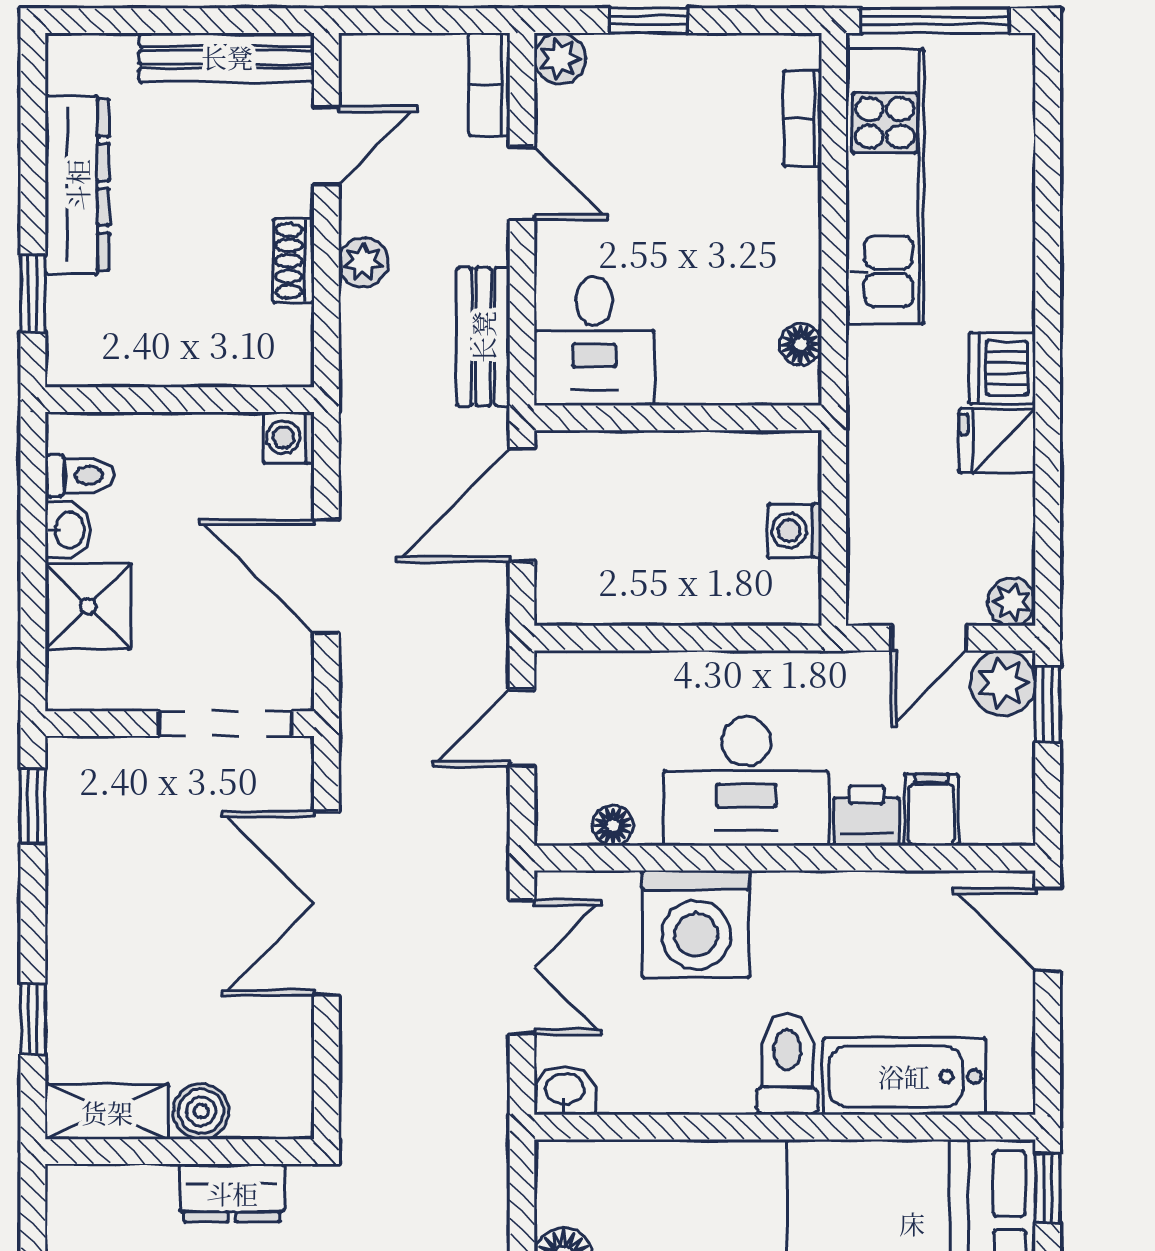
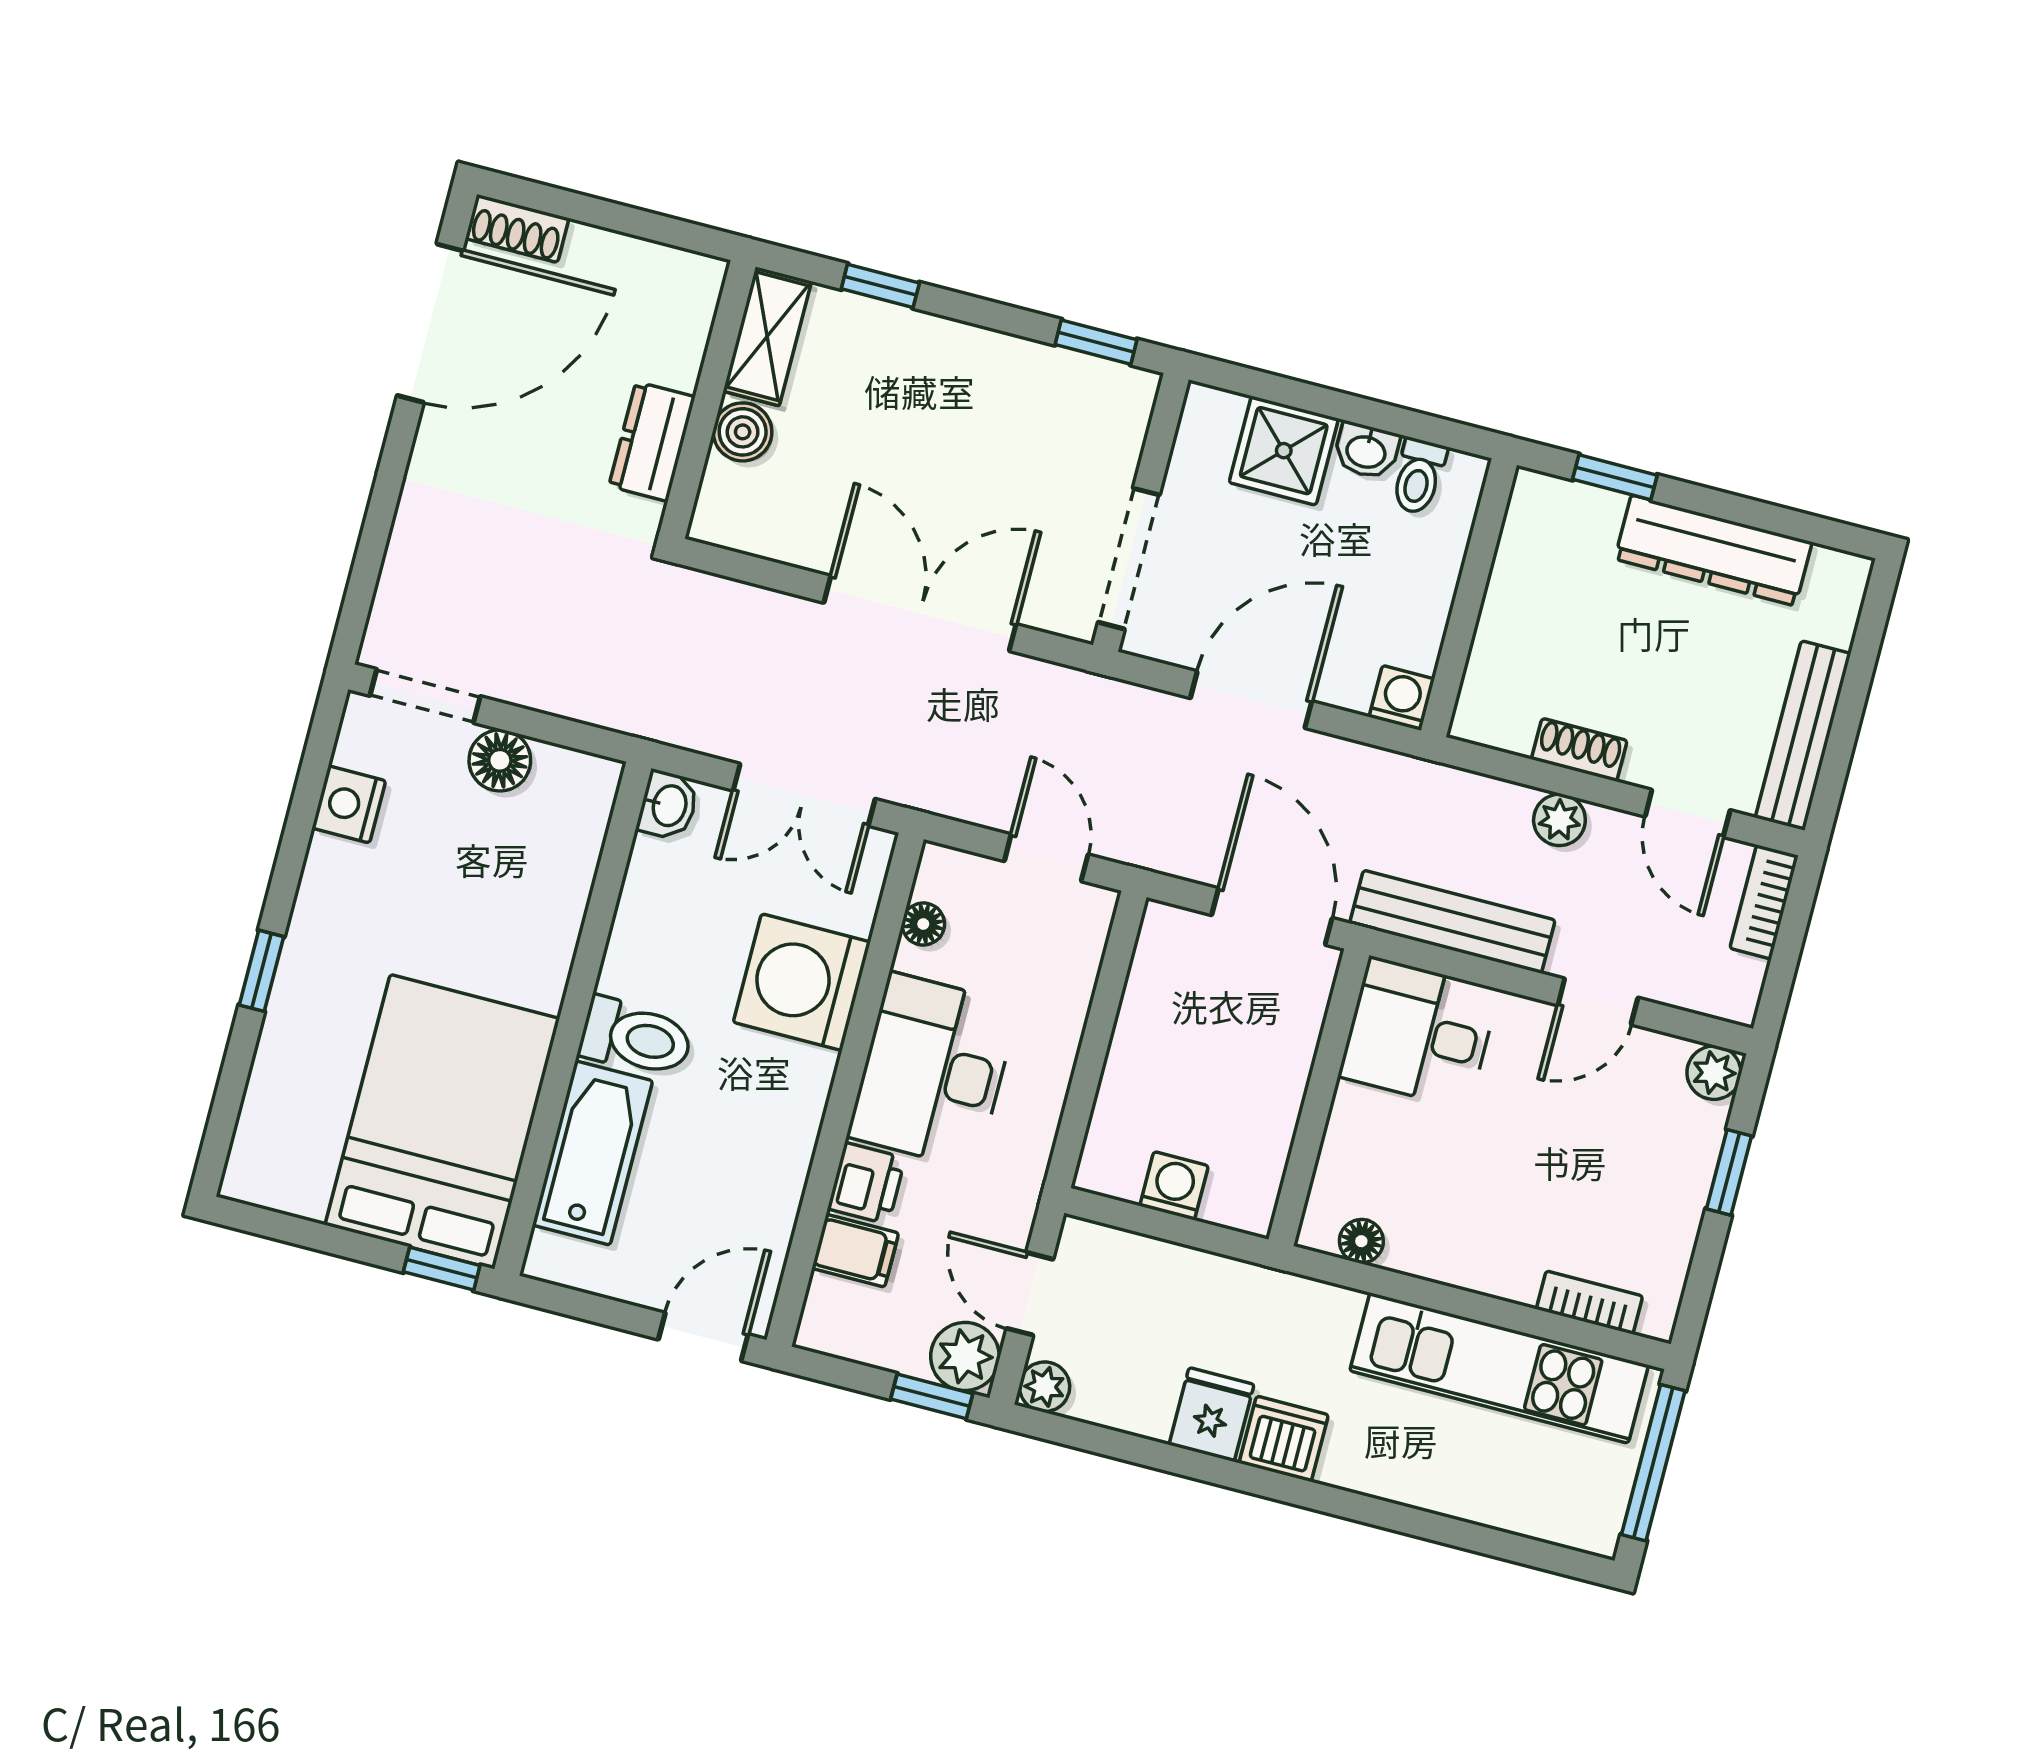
bookcase: (489, 84) -> (1764, 902), moved, turned -90
bench: (483, 337) -> (1452, 922), width x1.36

